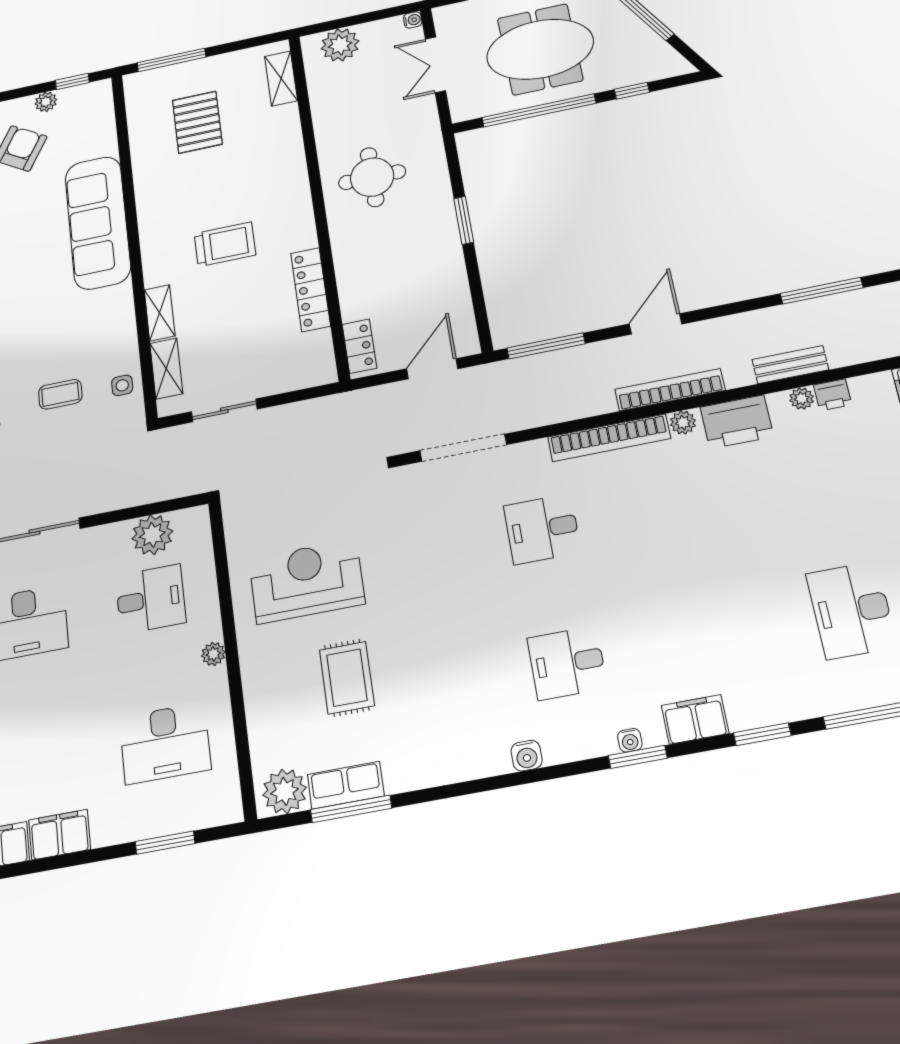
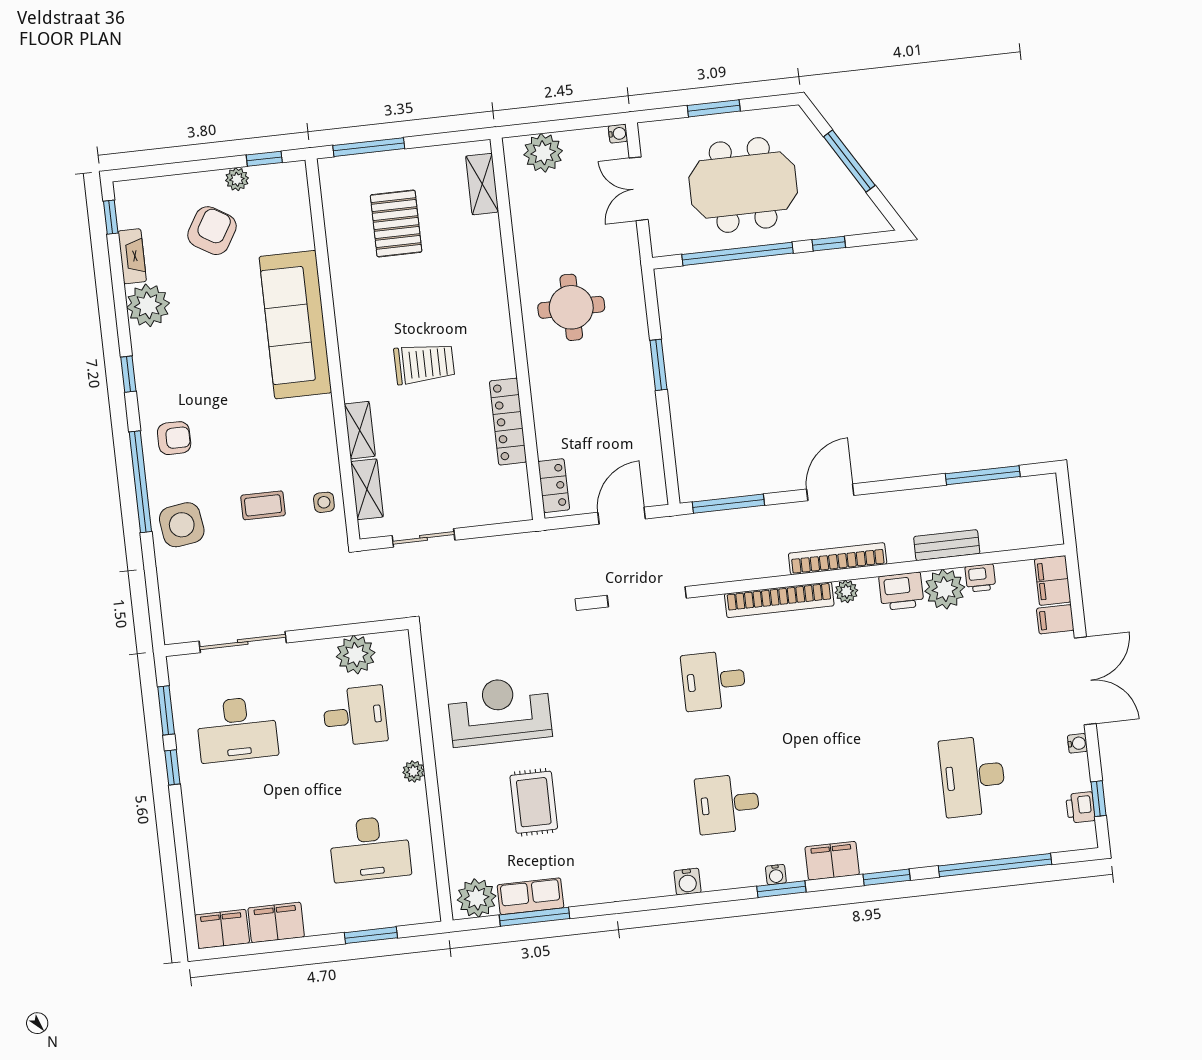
plant: (802, 398) -> (945, 589), width x1.87, depth x1.87
printer: (737, 422) -> (901, 591), width x0.73, depth x0.84

